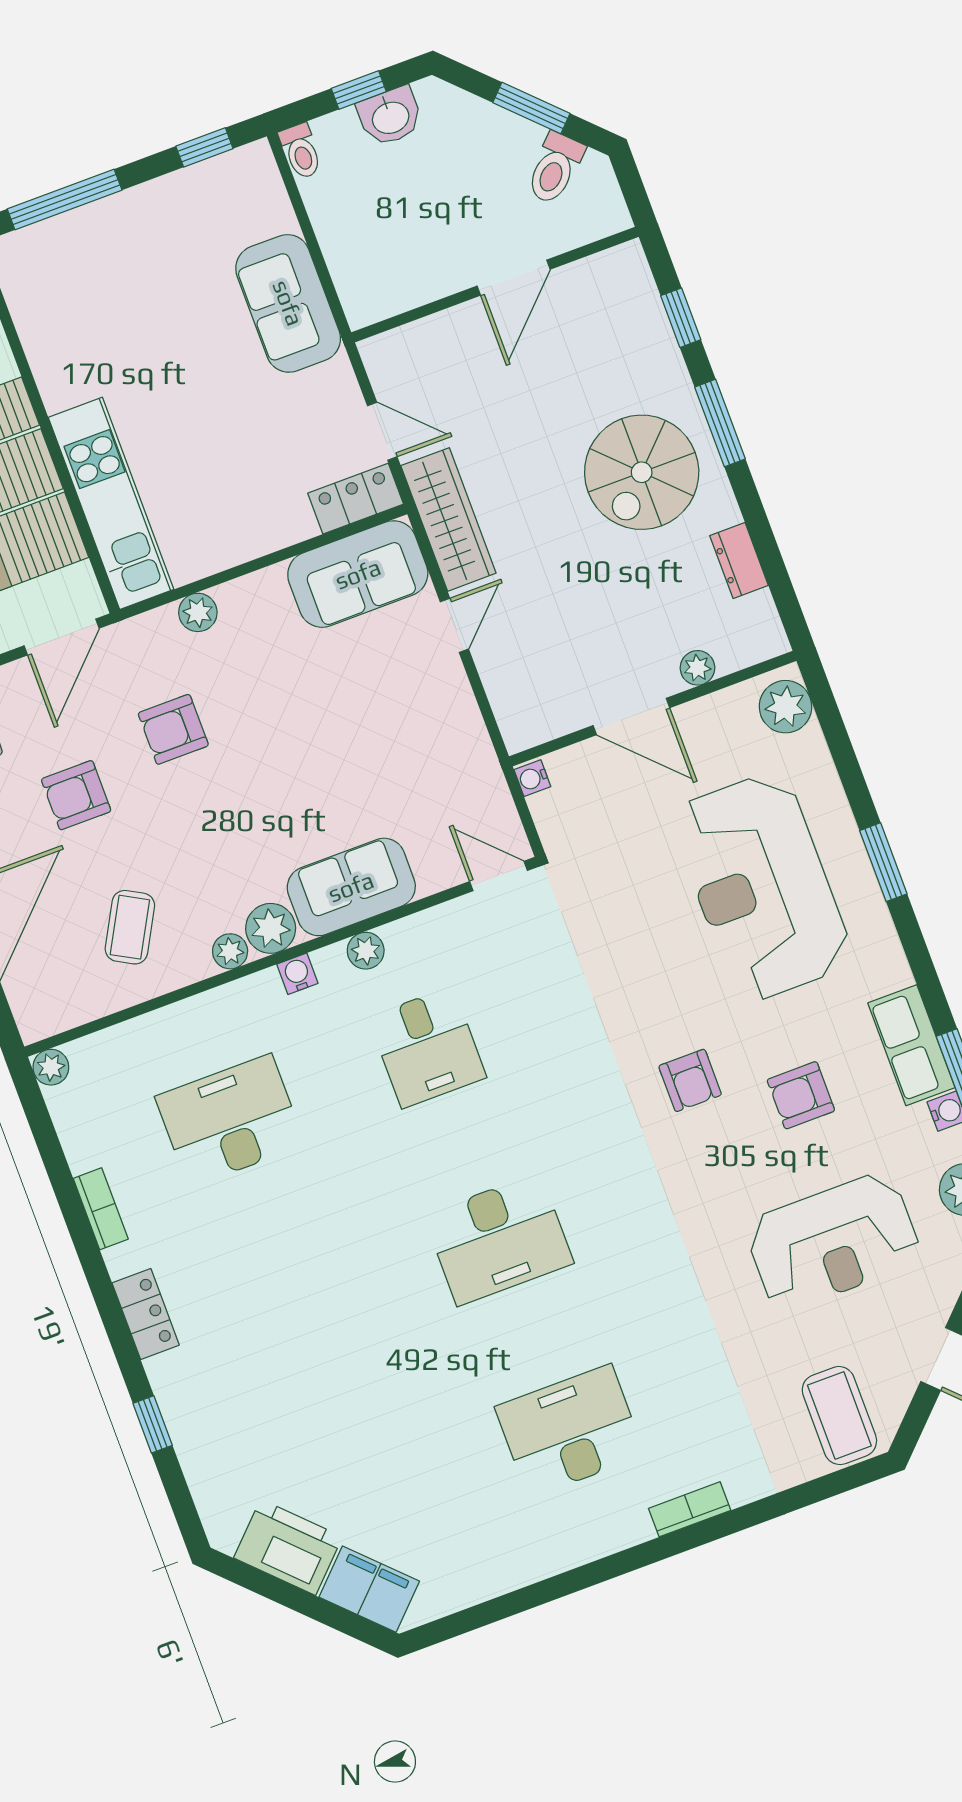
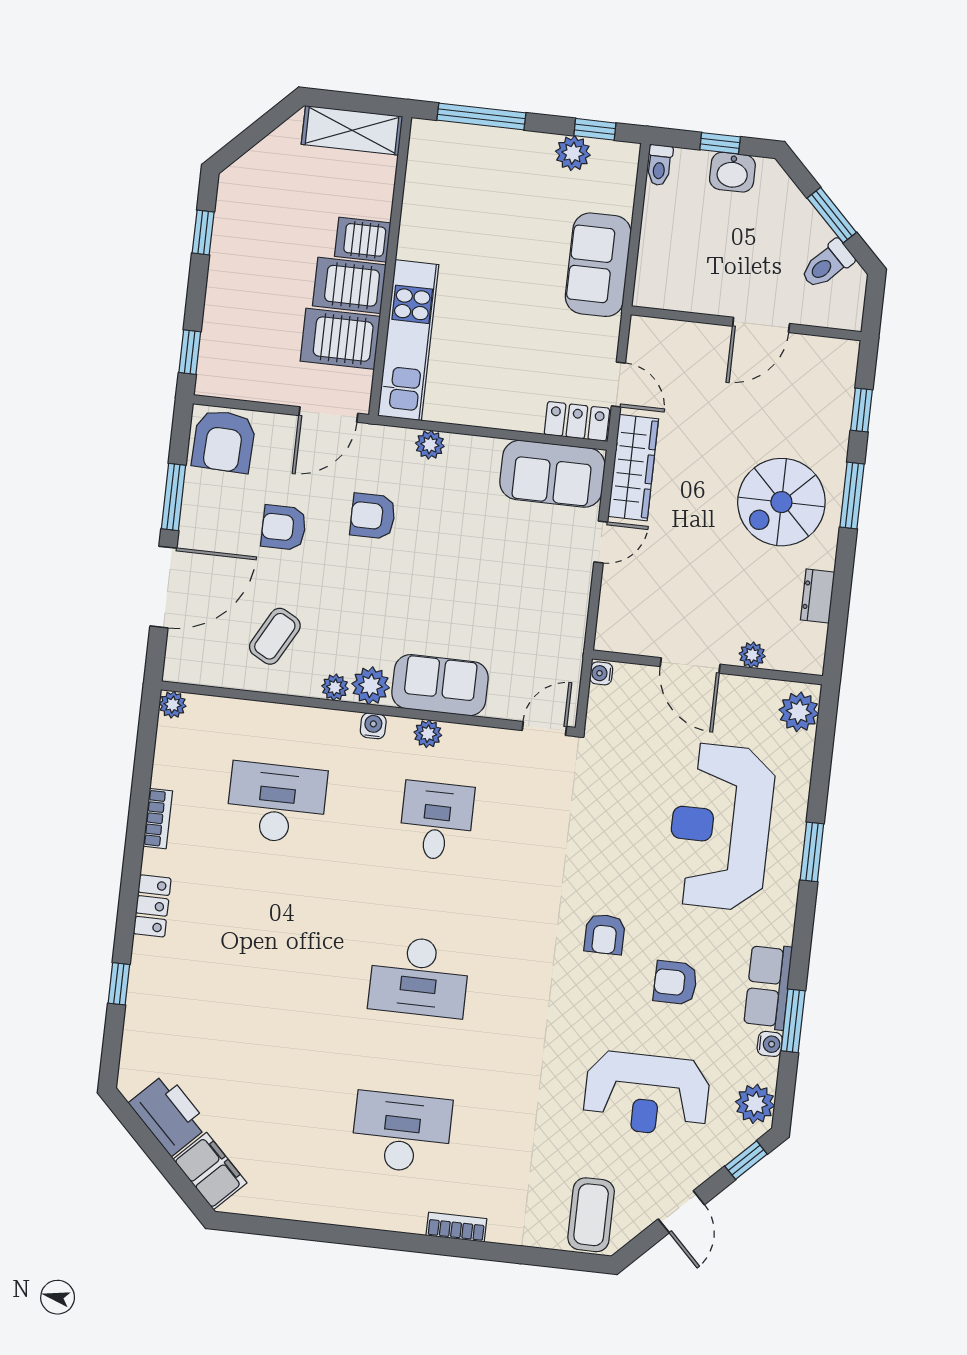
plant: (193, 188) -> (573, 153), added
door: (499, 876) -> (544, 728), hinge flipped
desk: (427, 1047) -> (437, 821), turned 180

